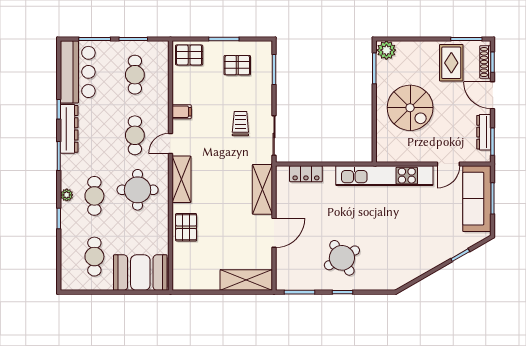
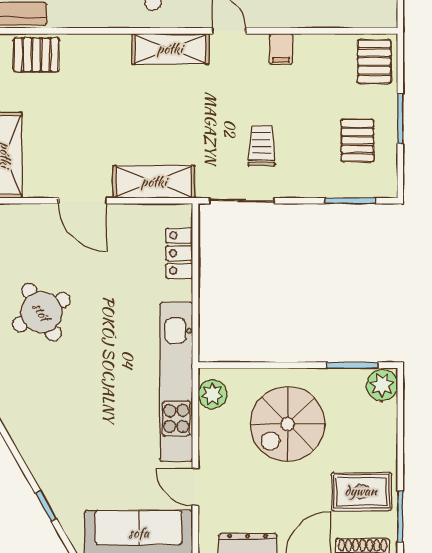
trolley: (240, 124) -> (262, 146), turned -90
plant: (392, 154) -> (213, 394), added
pallet: (186, 227) -> (37, 55), moved

